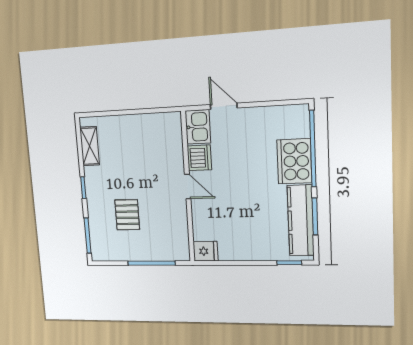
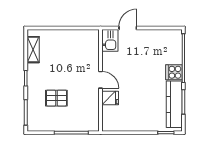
door: (224, 106) -> (128, 28), hinge flipped
dishwasher: (199, 158) -> (110, 61), removed
cooker: (294, 161) -> (174, 72), width x0.53, depth x0.76
pallet: (127, 215) -> (56, 98), turned 90
fridge: (206, 251) -> (110, 98), moved

